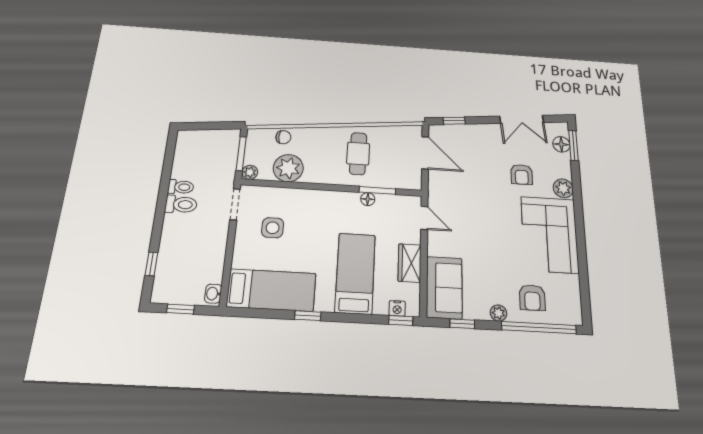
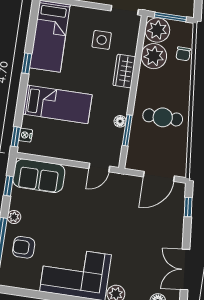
plant: (250, 172) -> (157, 30), width x1.87, depth x1.87
armchair: (522, 174) -> (132, 259), removed
wardrobe: (410, 263) -> (124, 71), moved, turned -90

